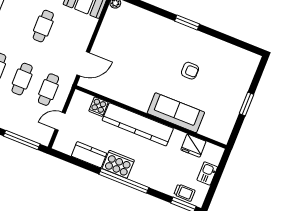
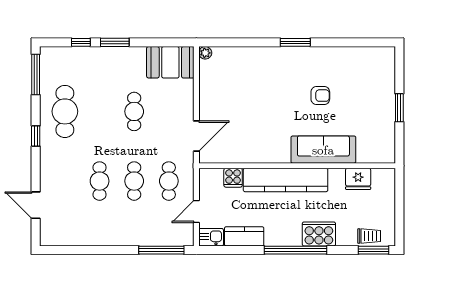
cooker: (118, 164) -> (319, 234), moved
kitchen sink: (207, 173) -> (211, 237), moved, turned 90

